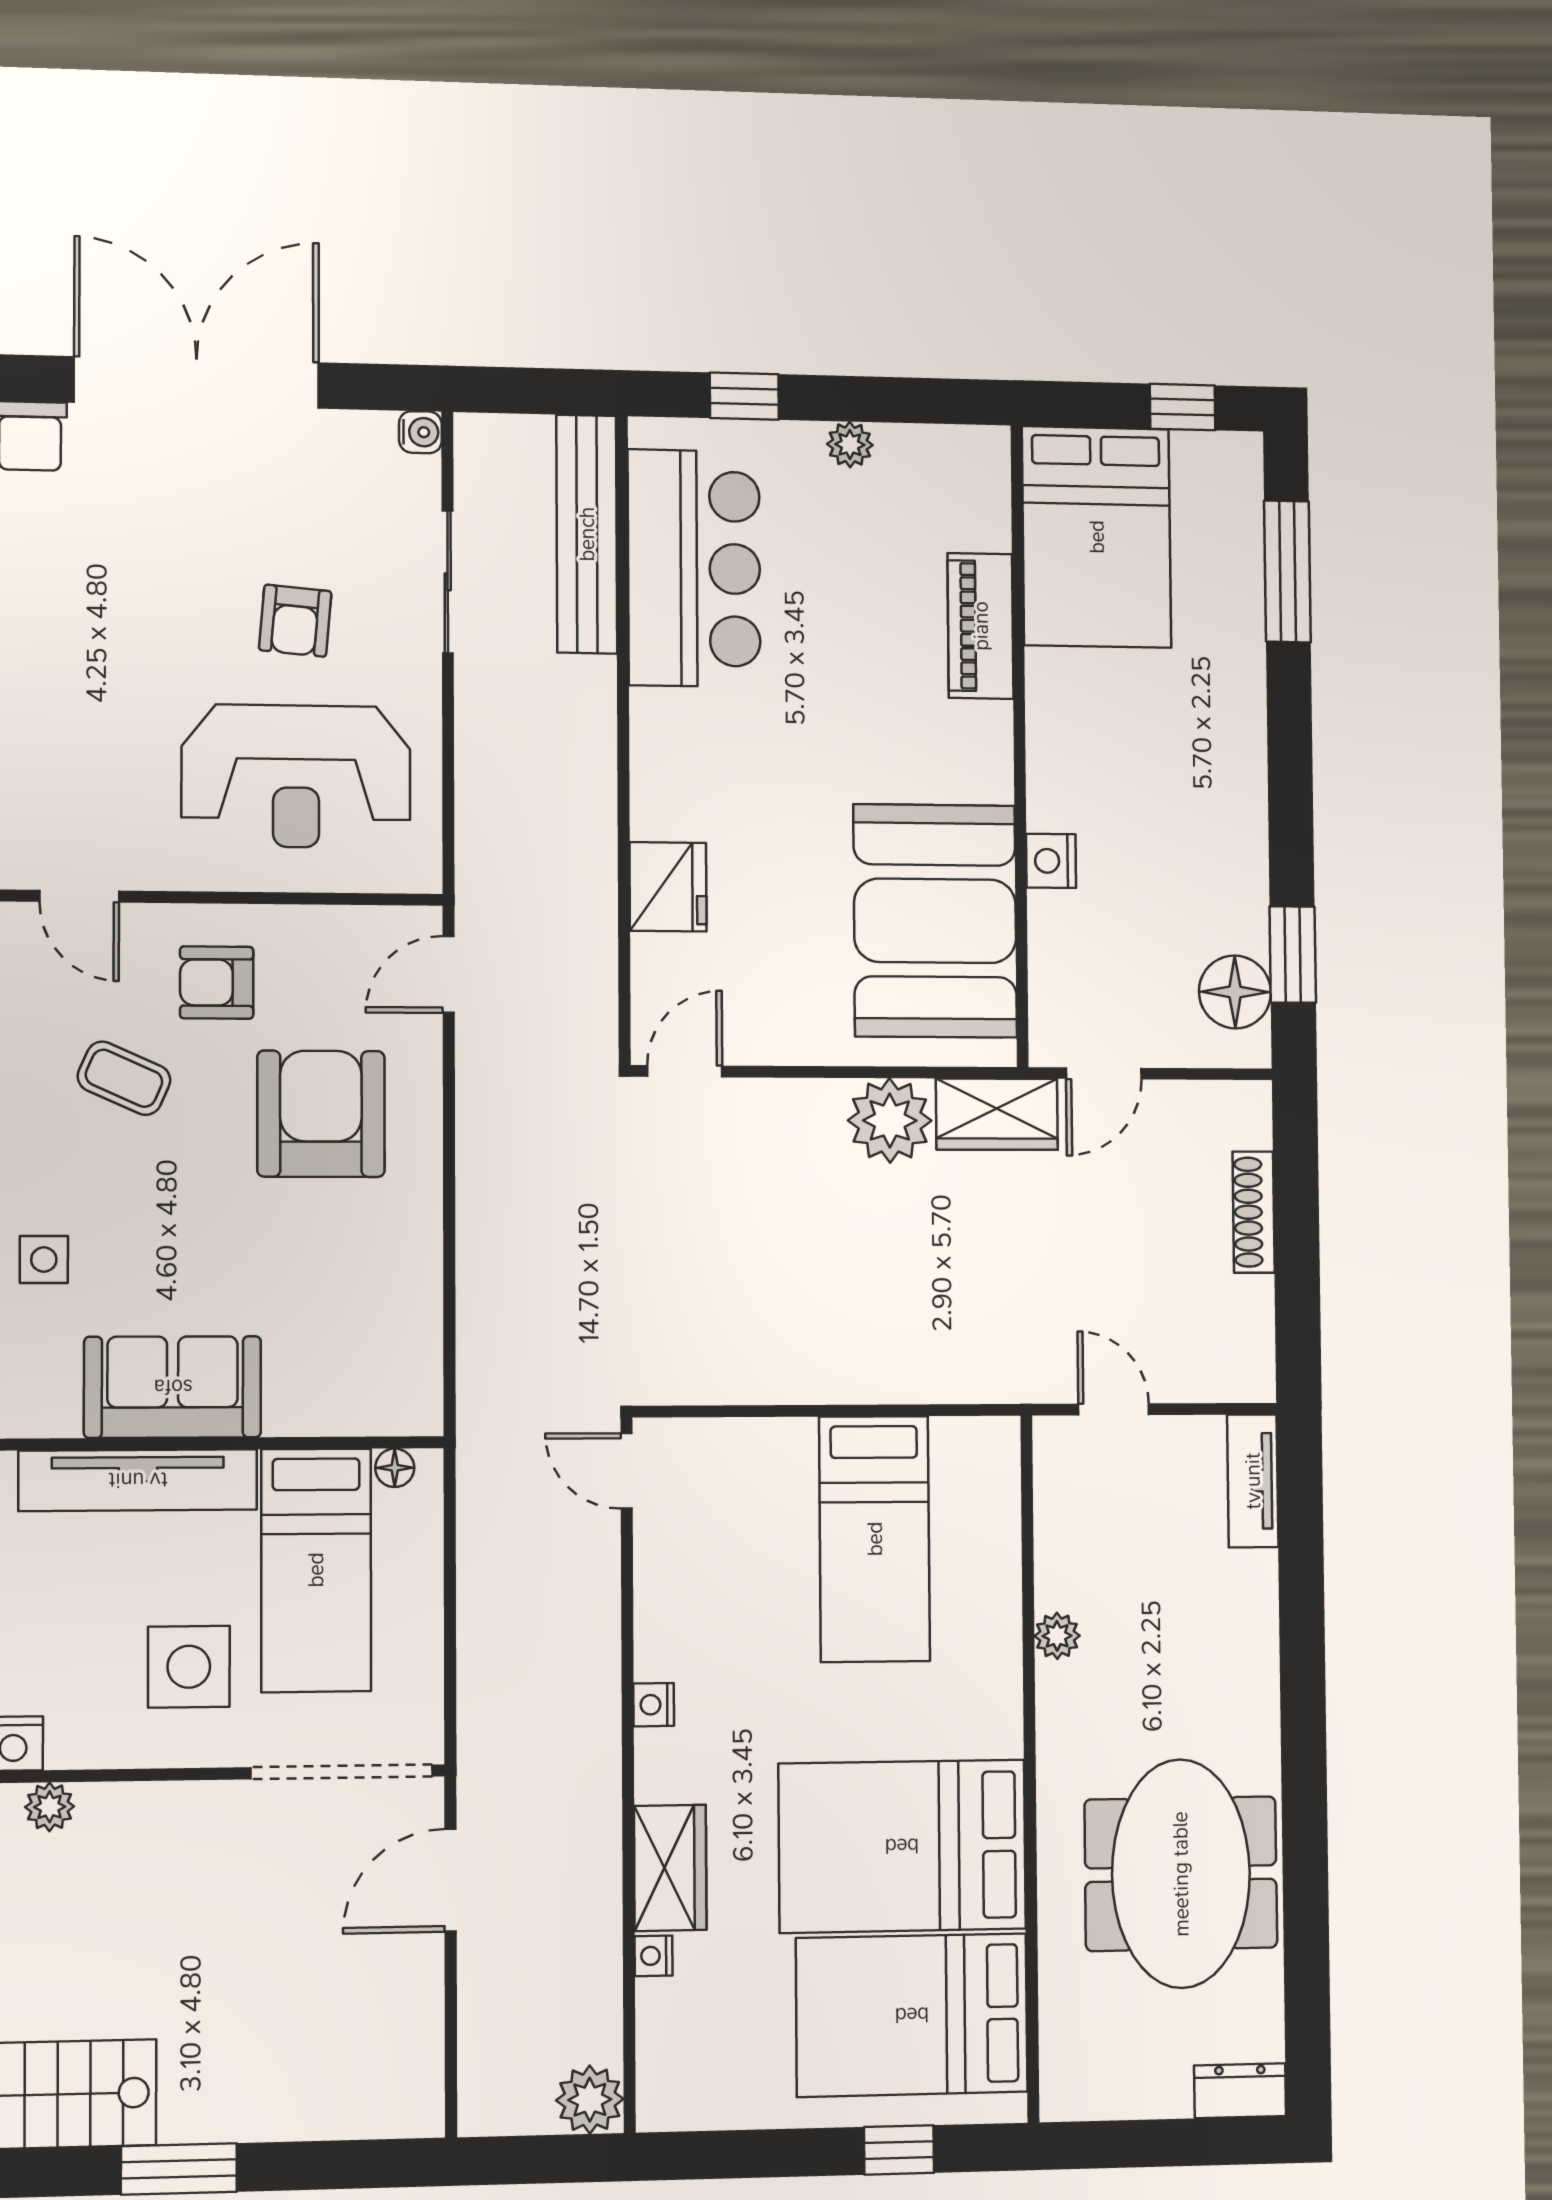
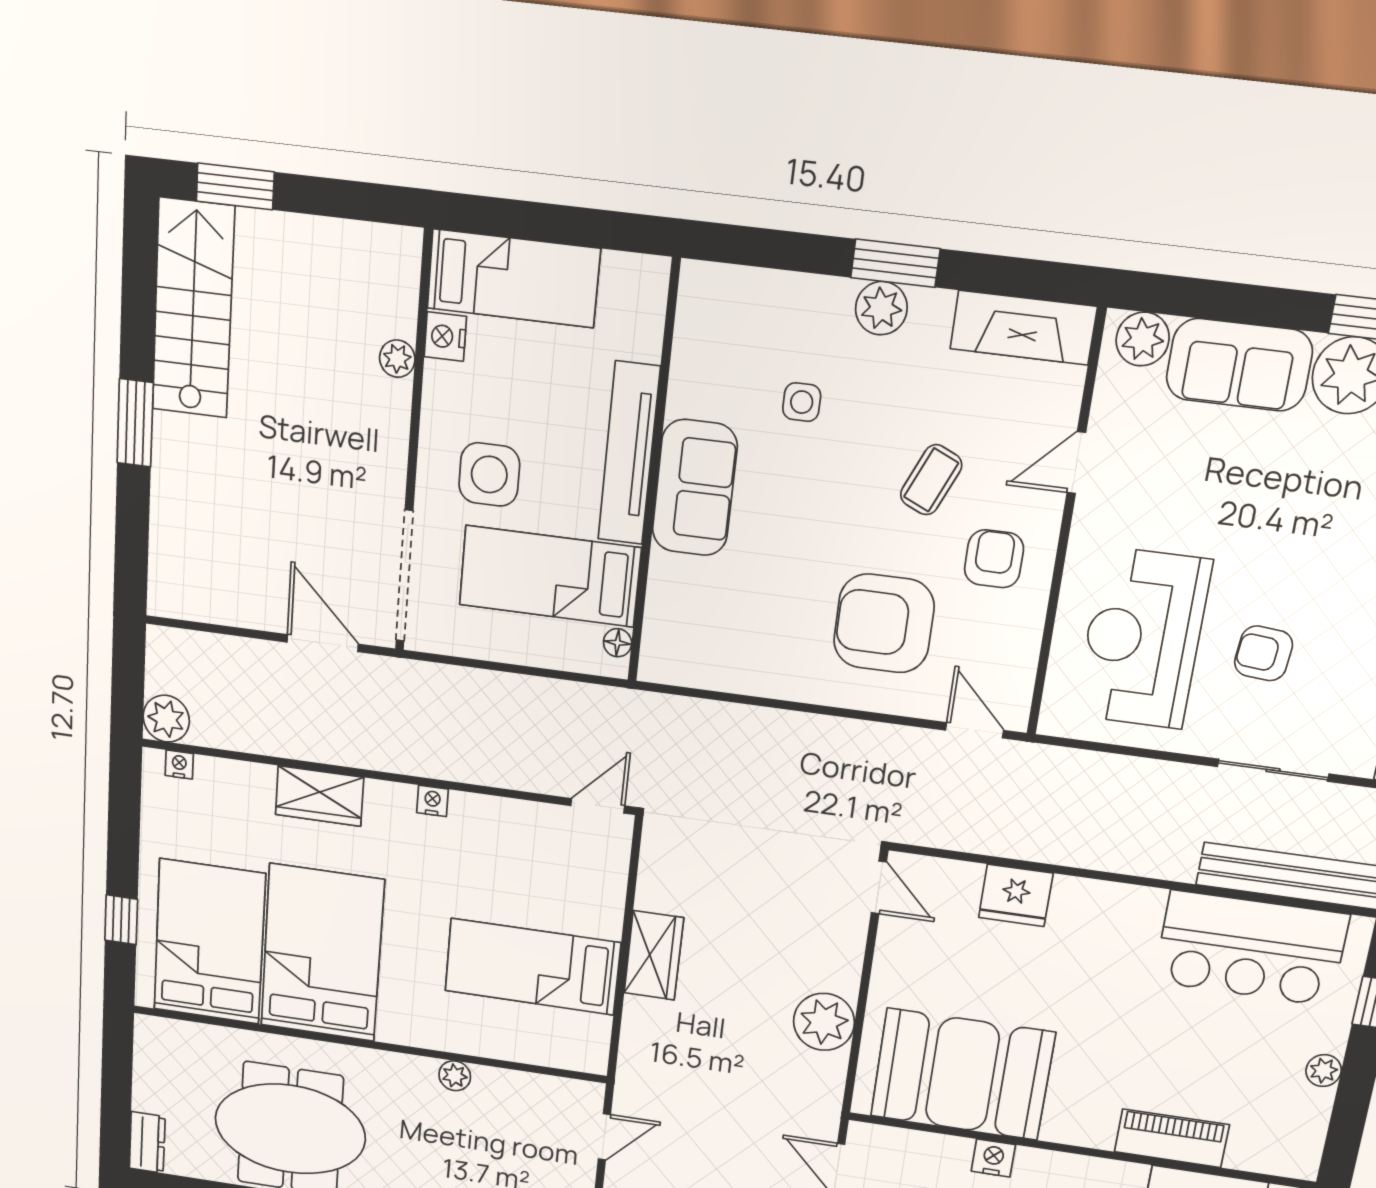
armchair: (321, 1114) -> (884, 623), turned 180
wardrobe: (997, 1114) -> (654, 955), moved, turned 180
nightstand: (653, 1956) -> (179, 765), moved

